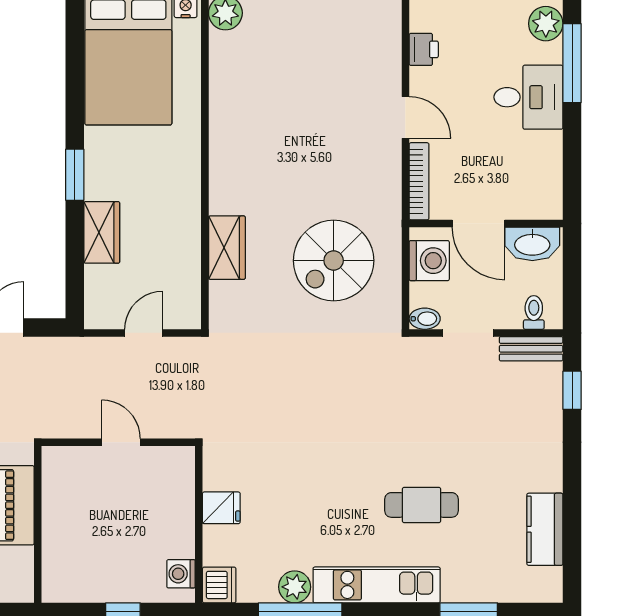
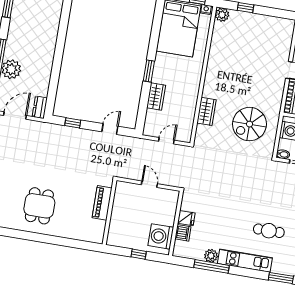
washing machine: (181, 574) -> (161, 236), width x1.89, depth x1.89
dishwasher: (219, 585) -> (183, 233), moved

